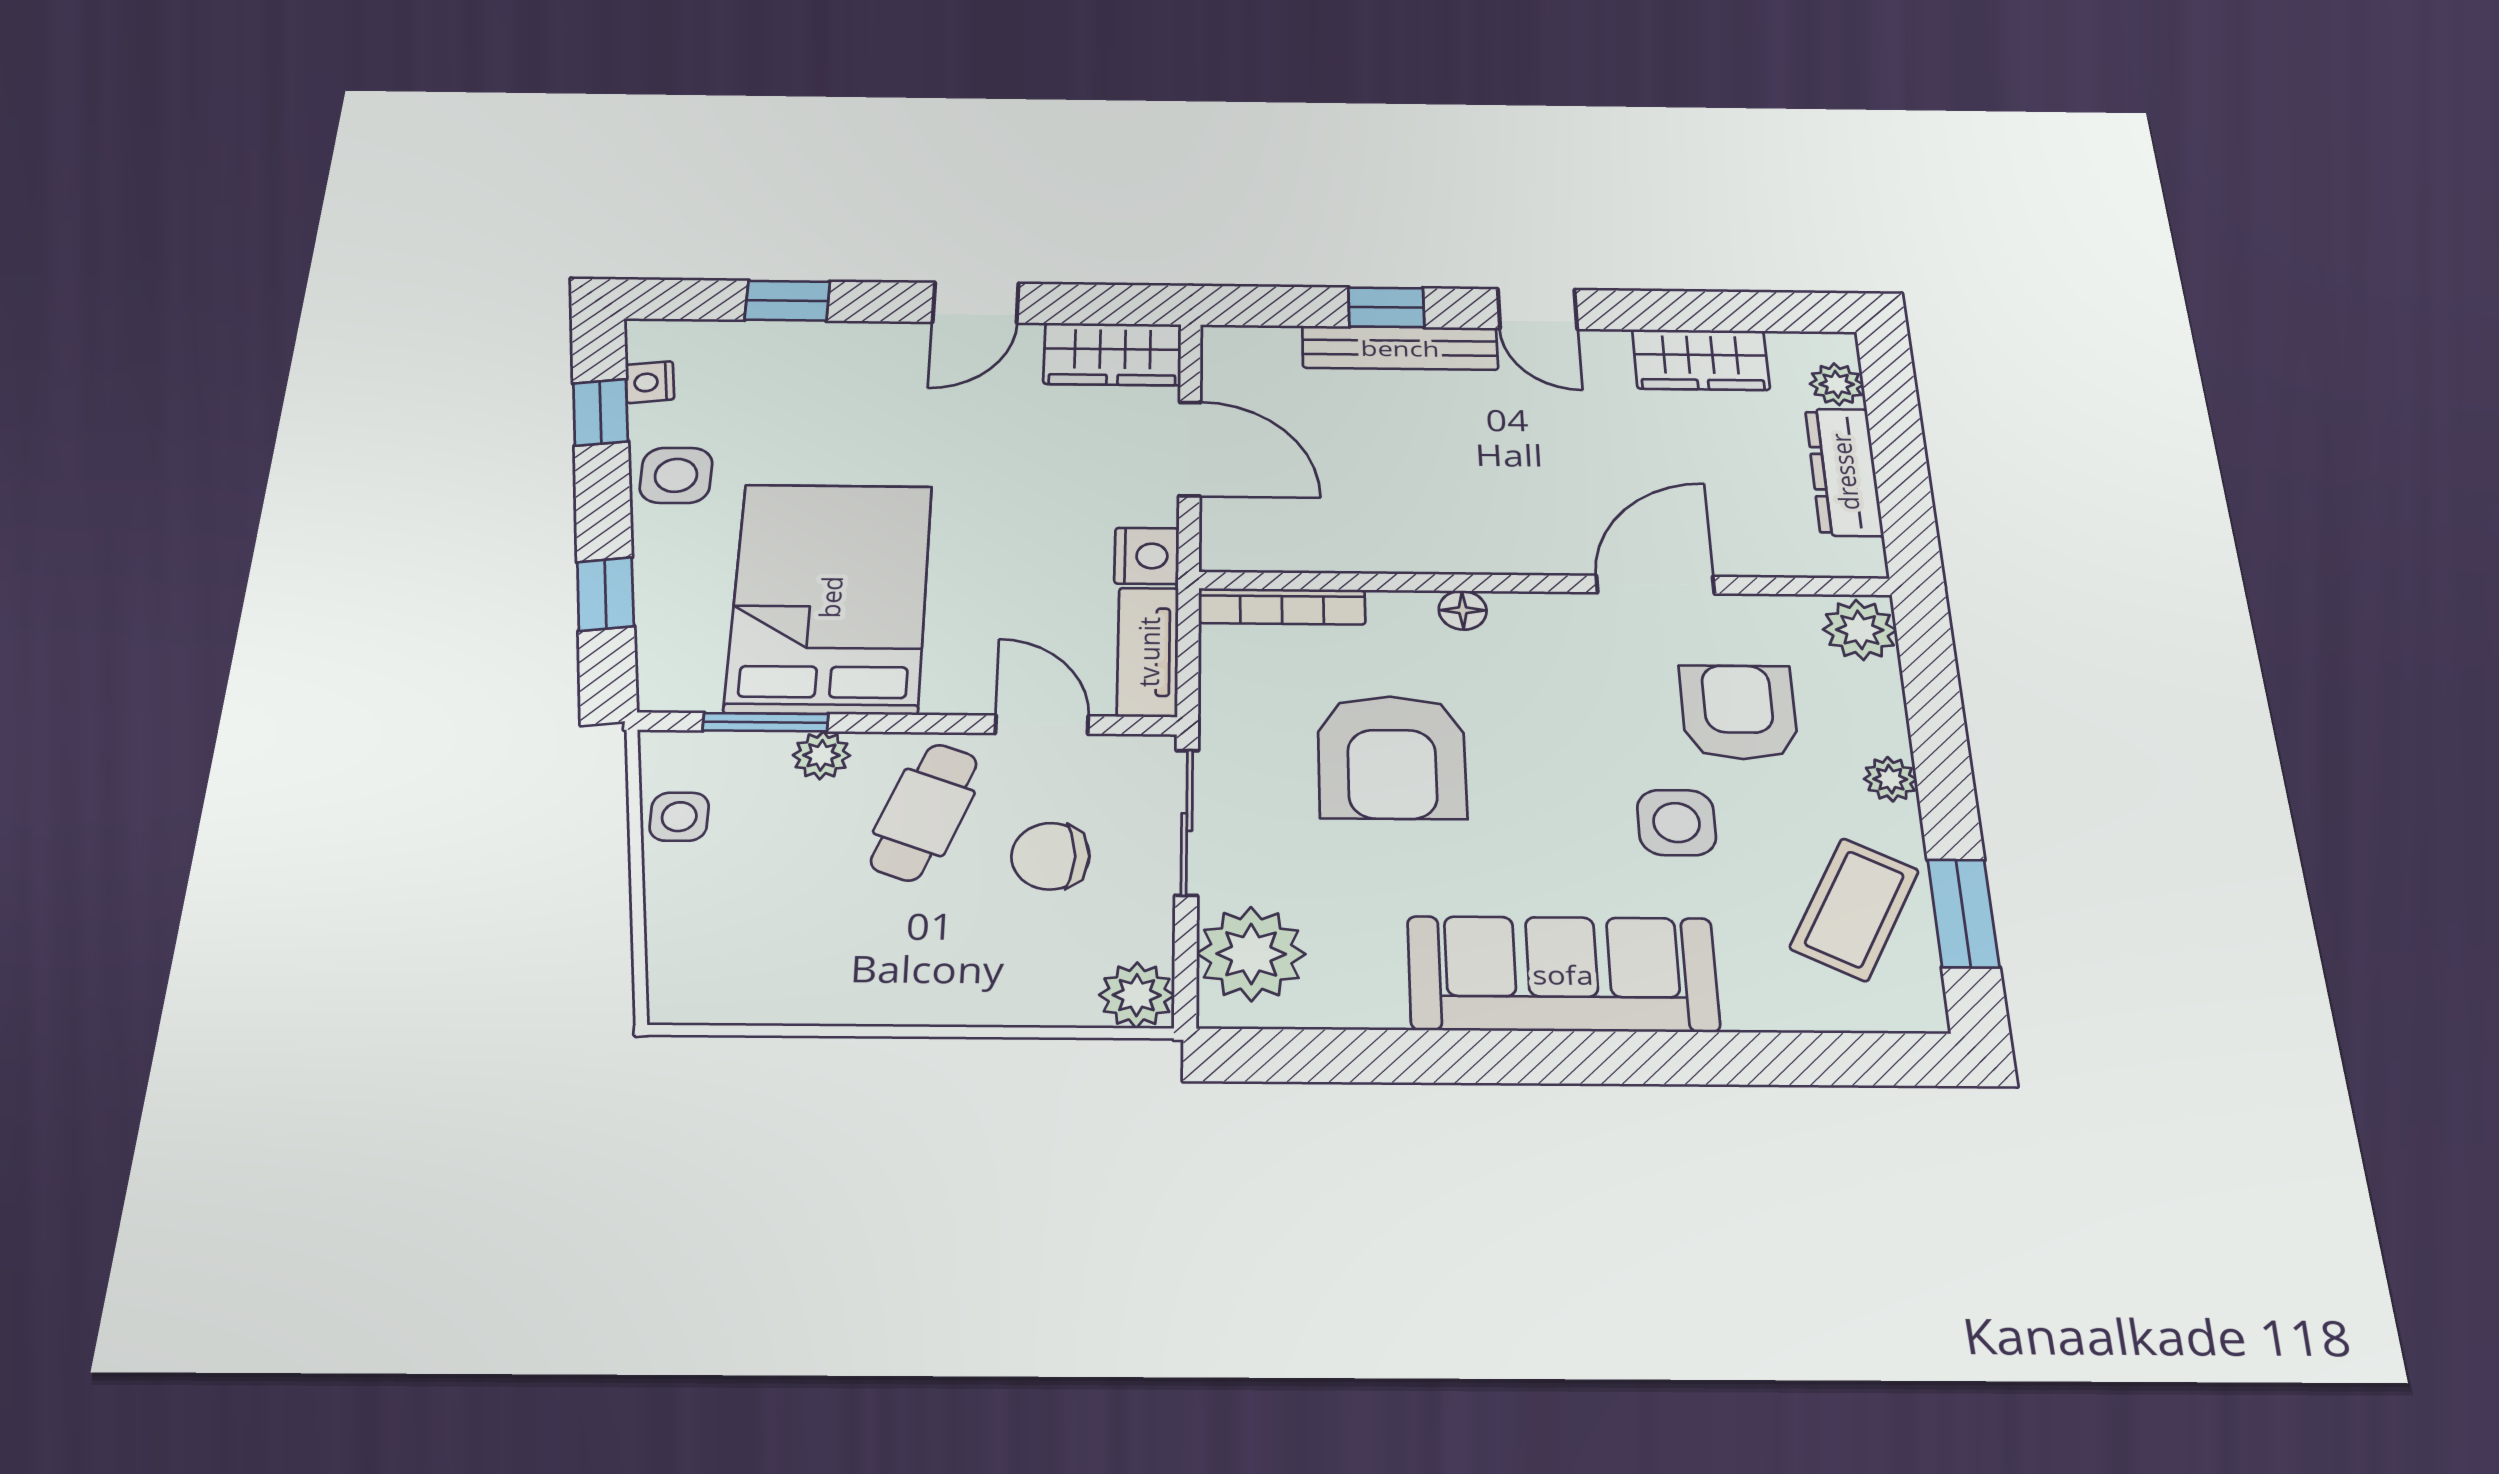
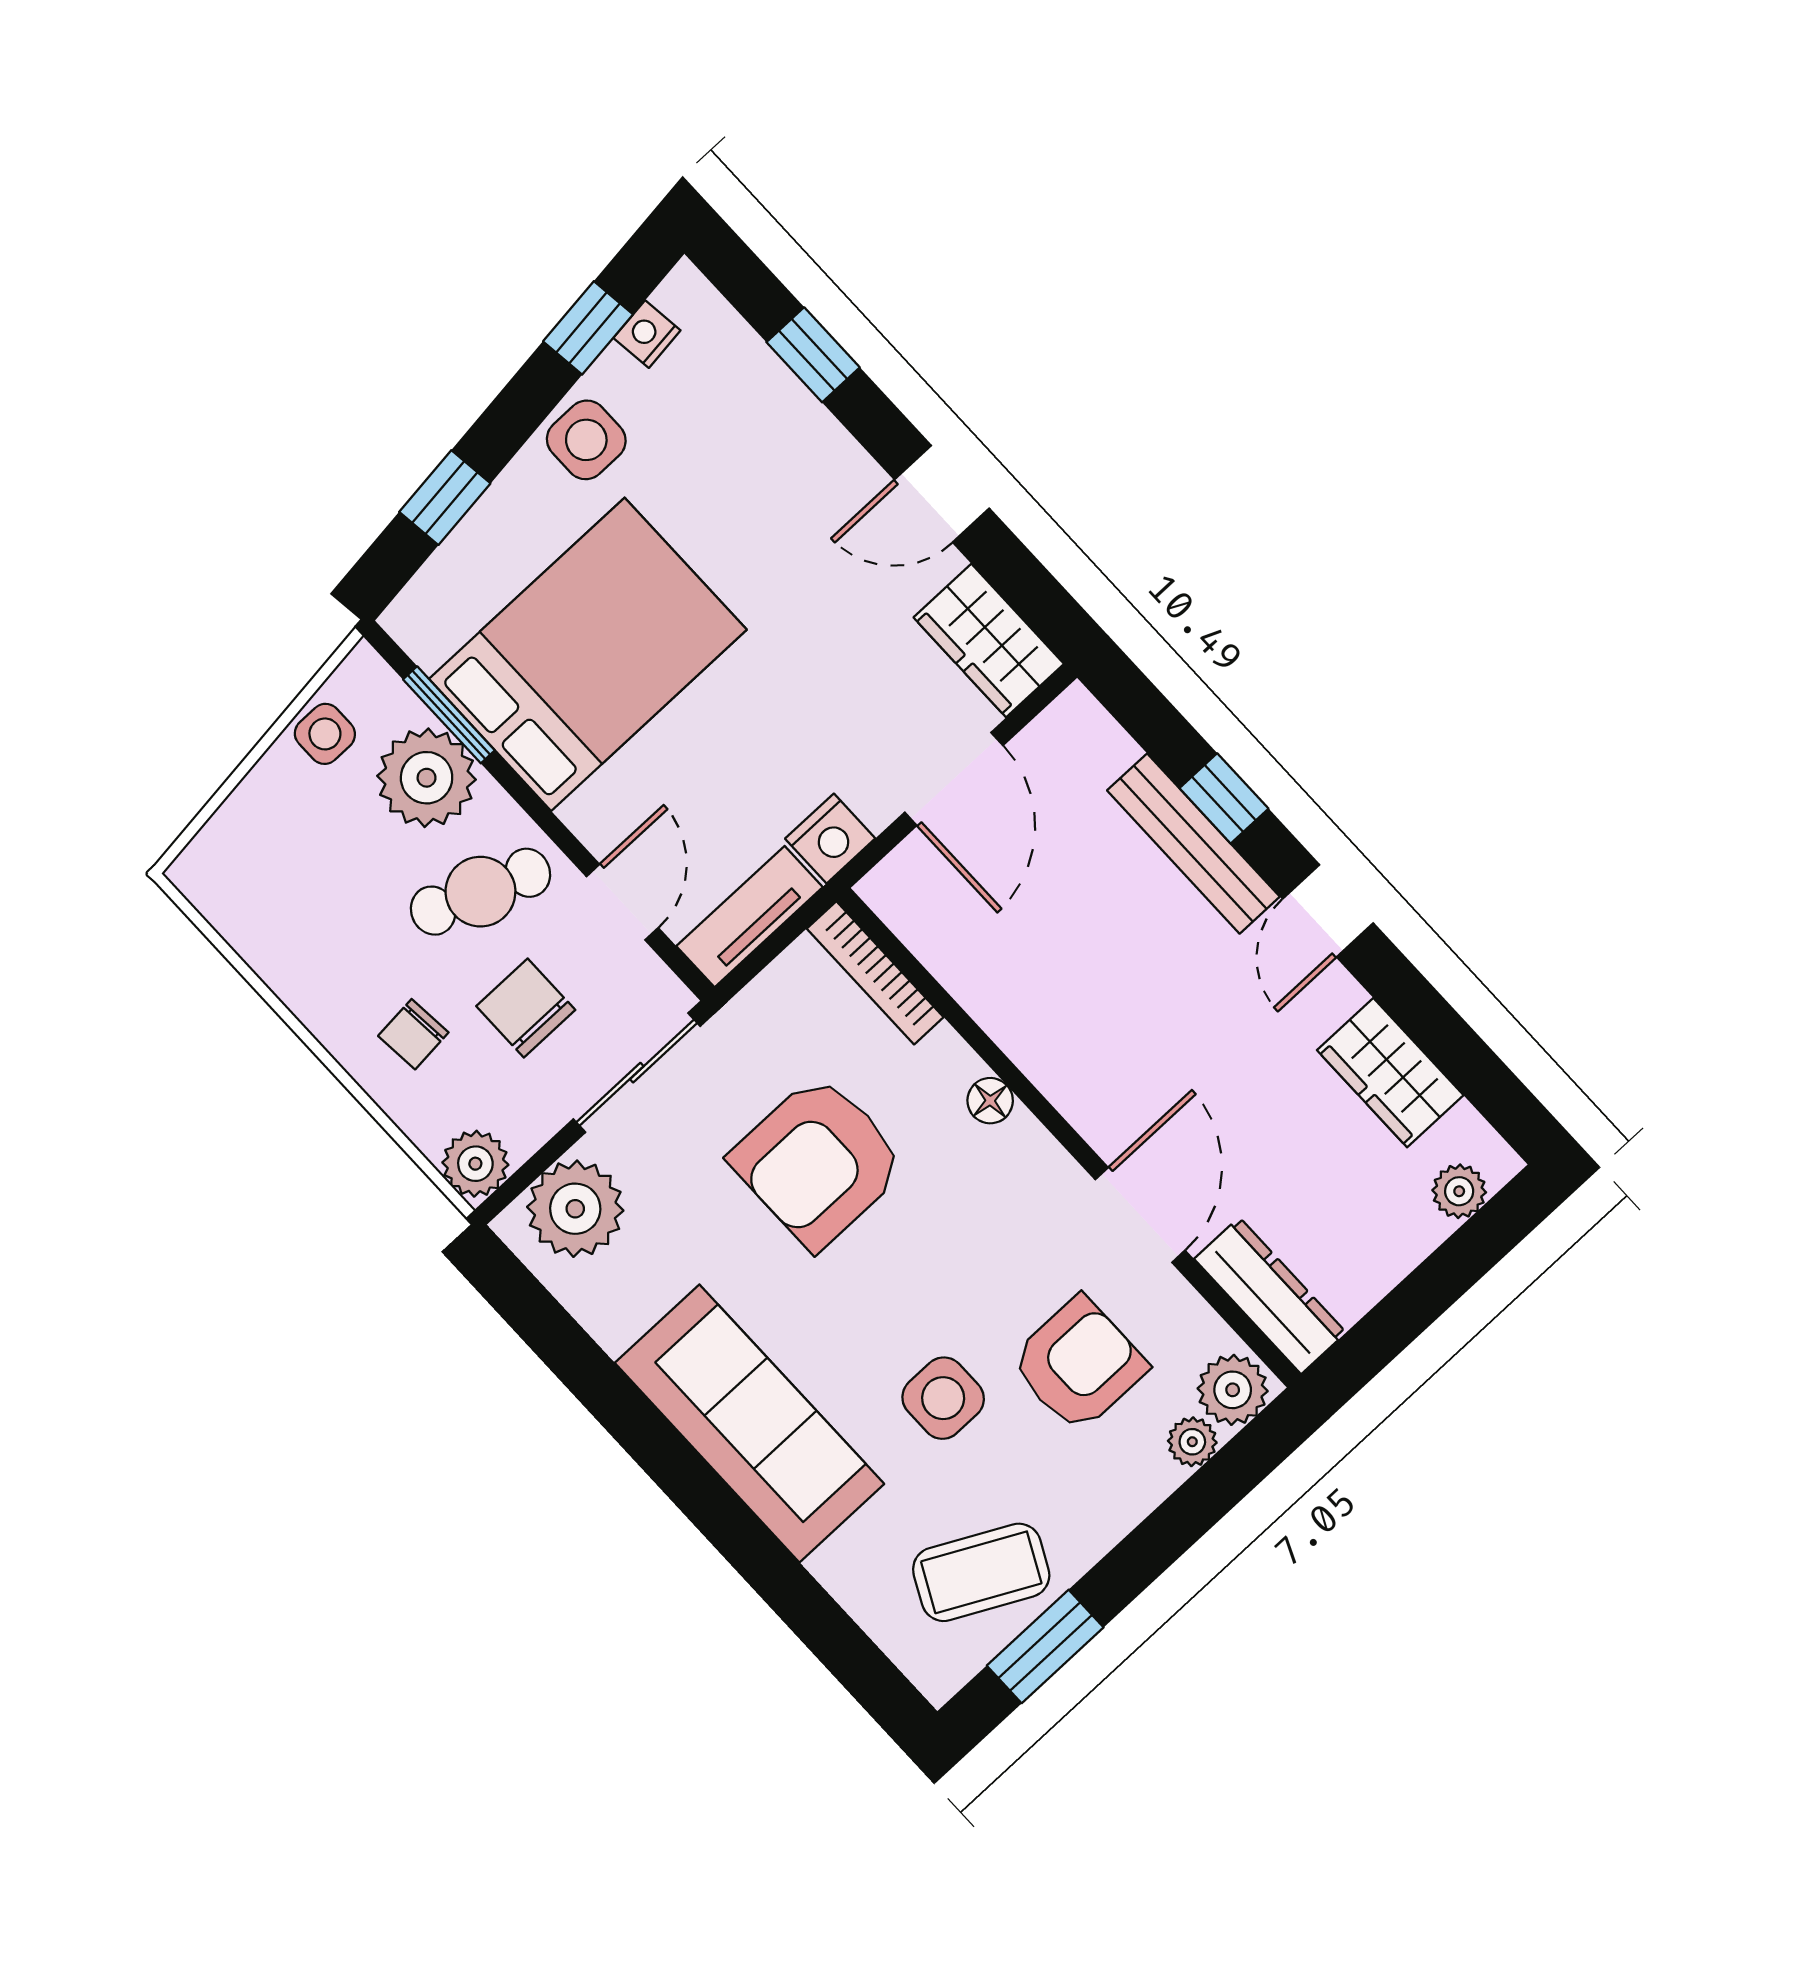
dresser: (1844, 472) -> (1270, 1296), moved, turned 90
door: (1655, 585) -> (1140, 1215), hinge flipped
plant: (821, 755) -> (427, 778), width x1.88, depth x1.88
plant: (1890, 779) -> (1192, 1442), moved
chair: (983, 952) -> (413, 1034), added

